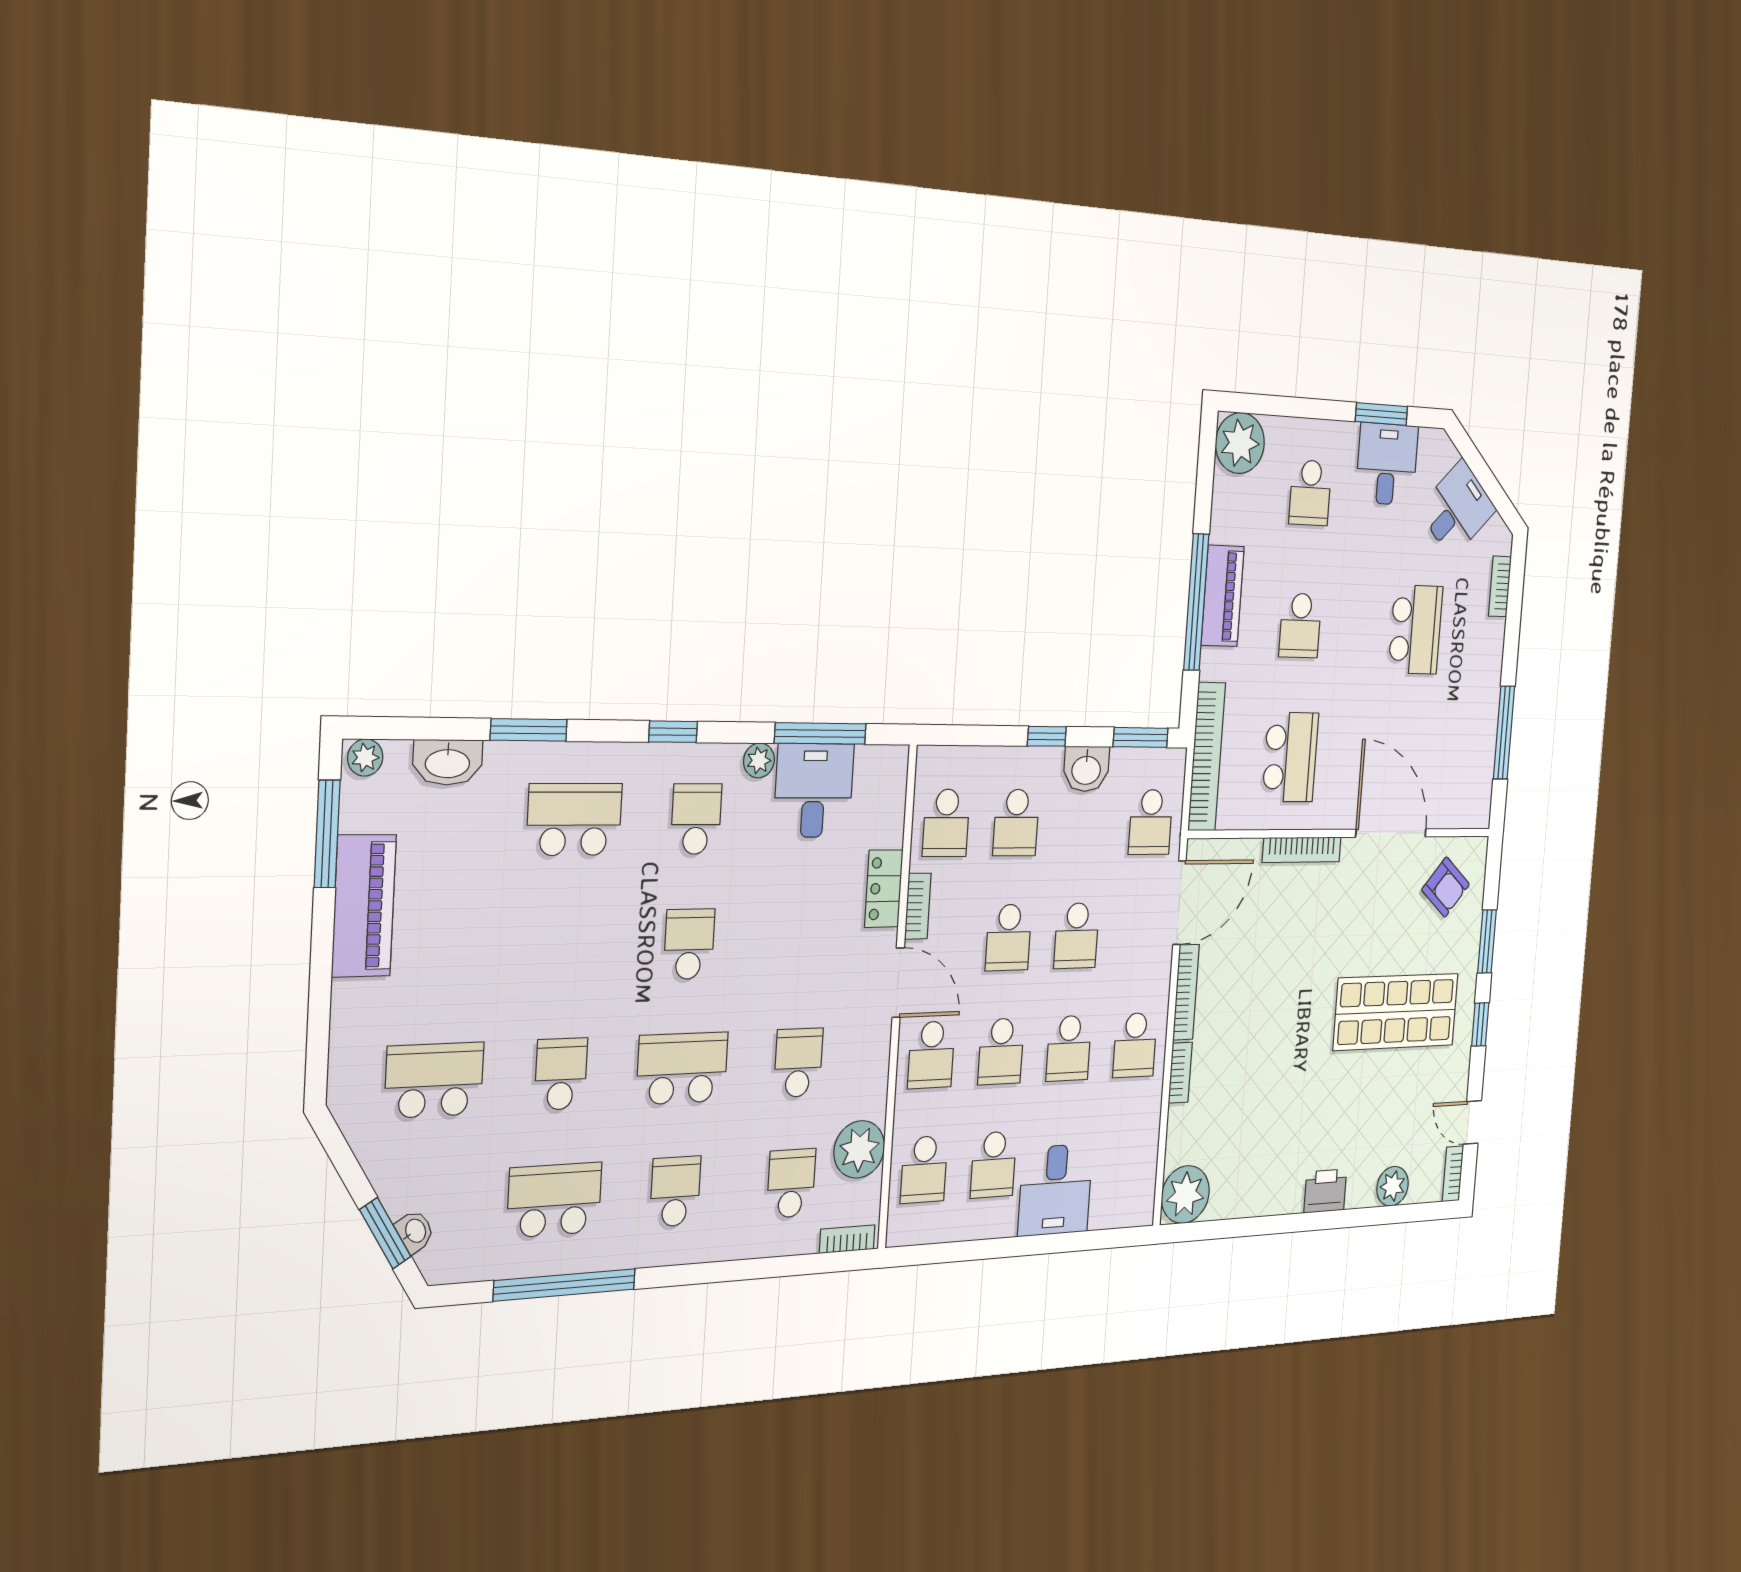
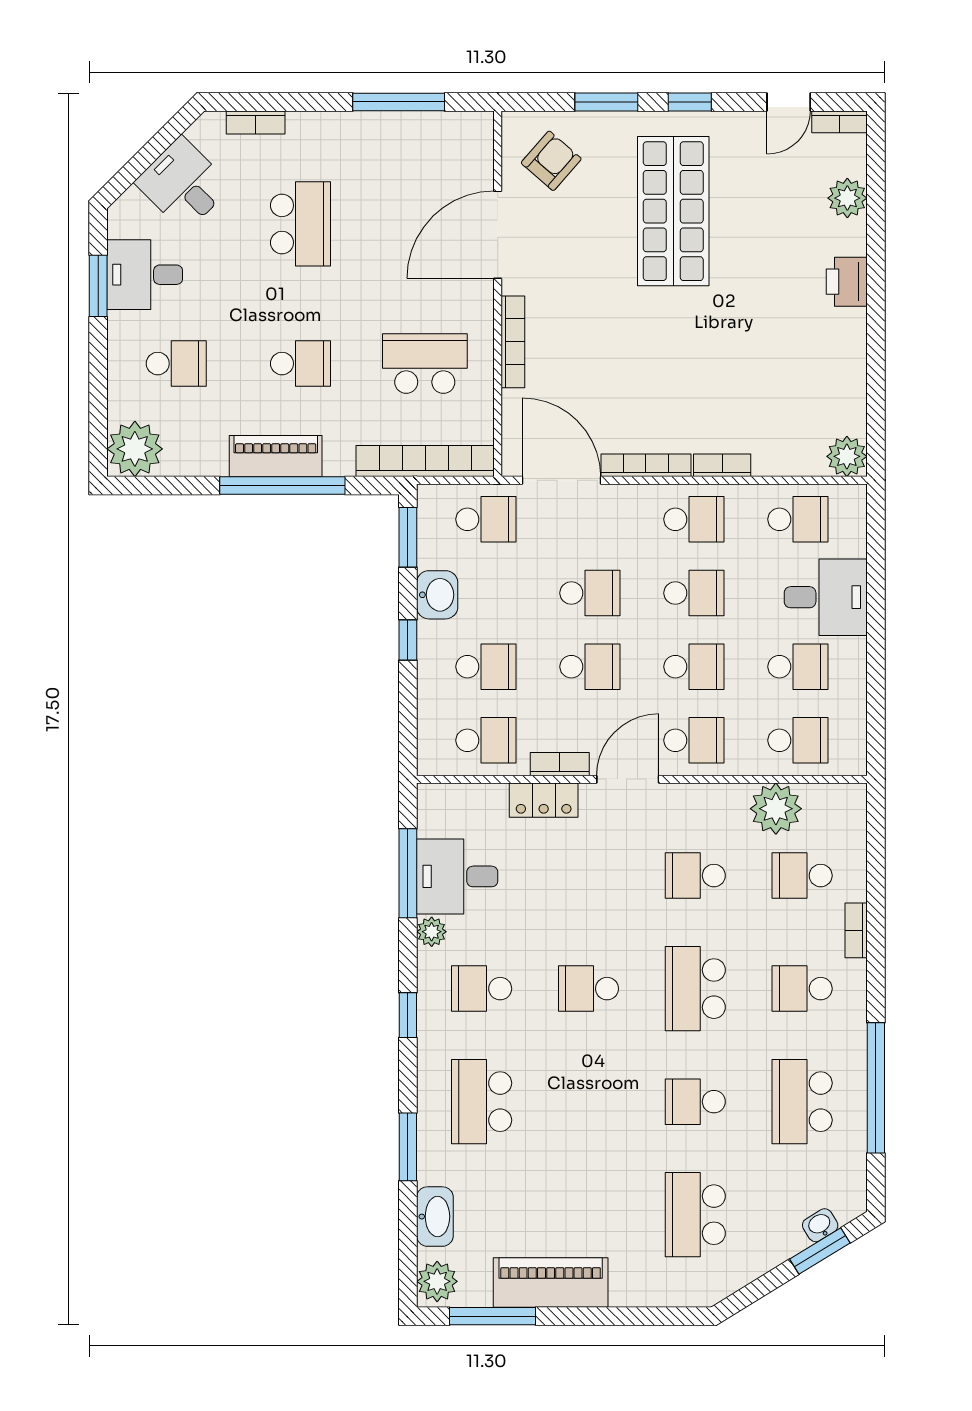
school desk: (1416, 630) -> (301, 224), turned 90
plant: (365, 758) -> (437, 1281), width x1.38, depth x1.38
school desk: (1127, 1155) -> (798, 519), added
plant: (1185, 1195) -> (847, 456), width x0.73, depth x0.73
bookcase: (847, 1239) -> (856, 930), moved

